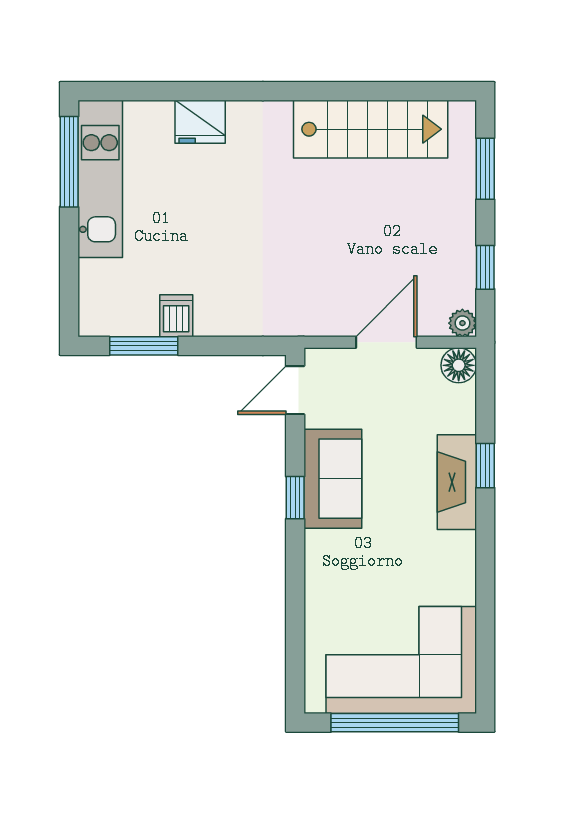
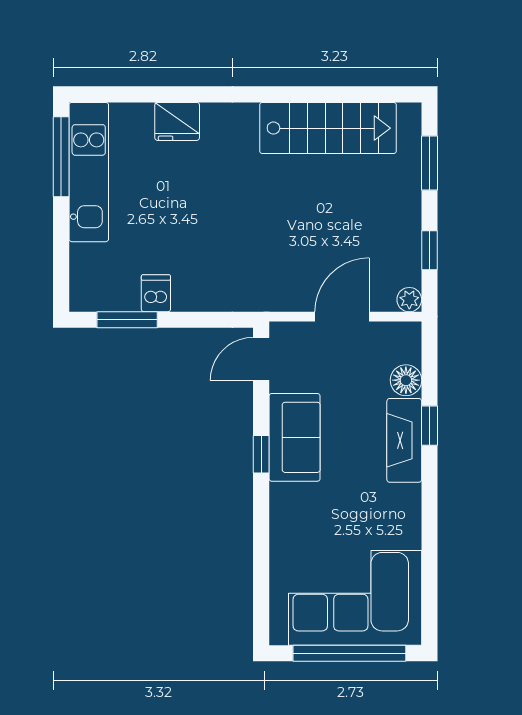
floor lamp: (459, 365) -> (406, 380), moved

